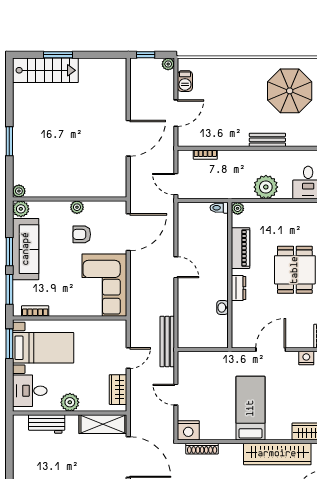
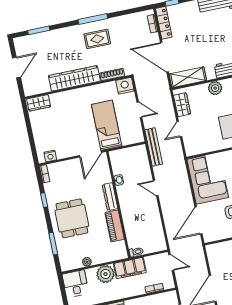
filing cabinet: (232, 188) -> (130, 268), added
plant: (238, 208) -> (87, 262), moved
door: (176, 267) -> (156, 188), moved
dresser: (239, 288) -> (110, 197), width x1.44
door: (271, 350) -> (90, 154), moved
bed: (251, 408) -> (107, 125), moved, turned 180
wardrobe: (277, 454) -> (74, 78), moved

